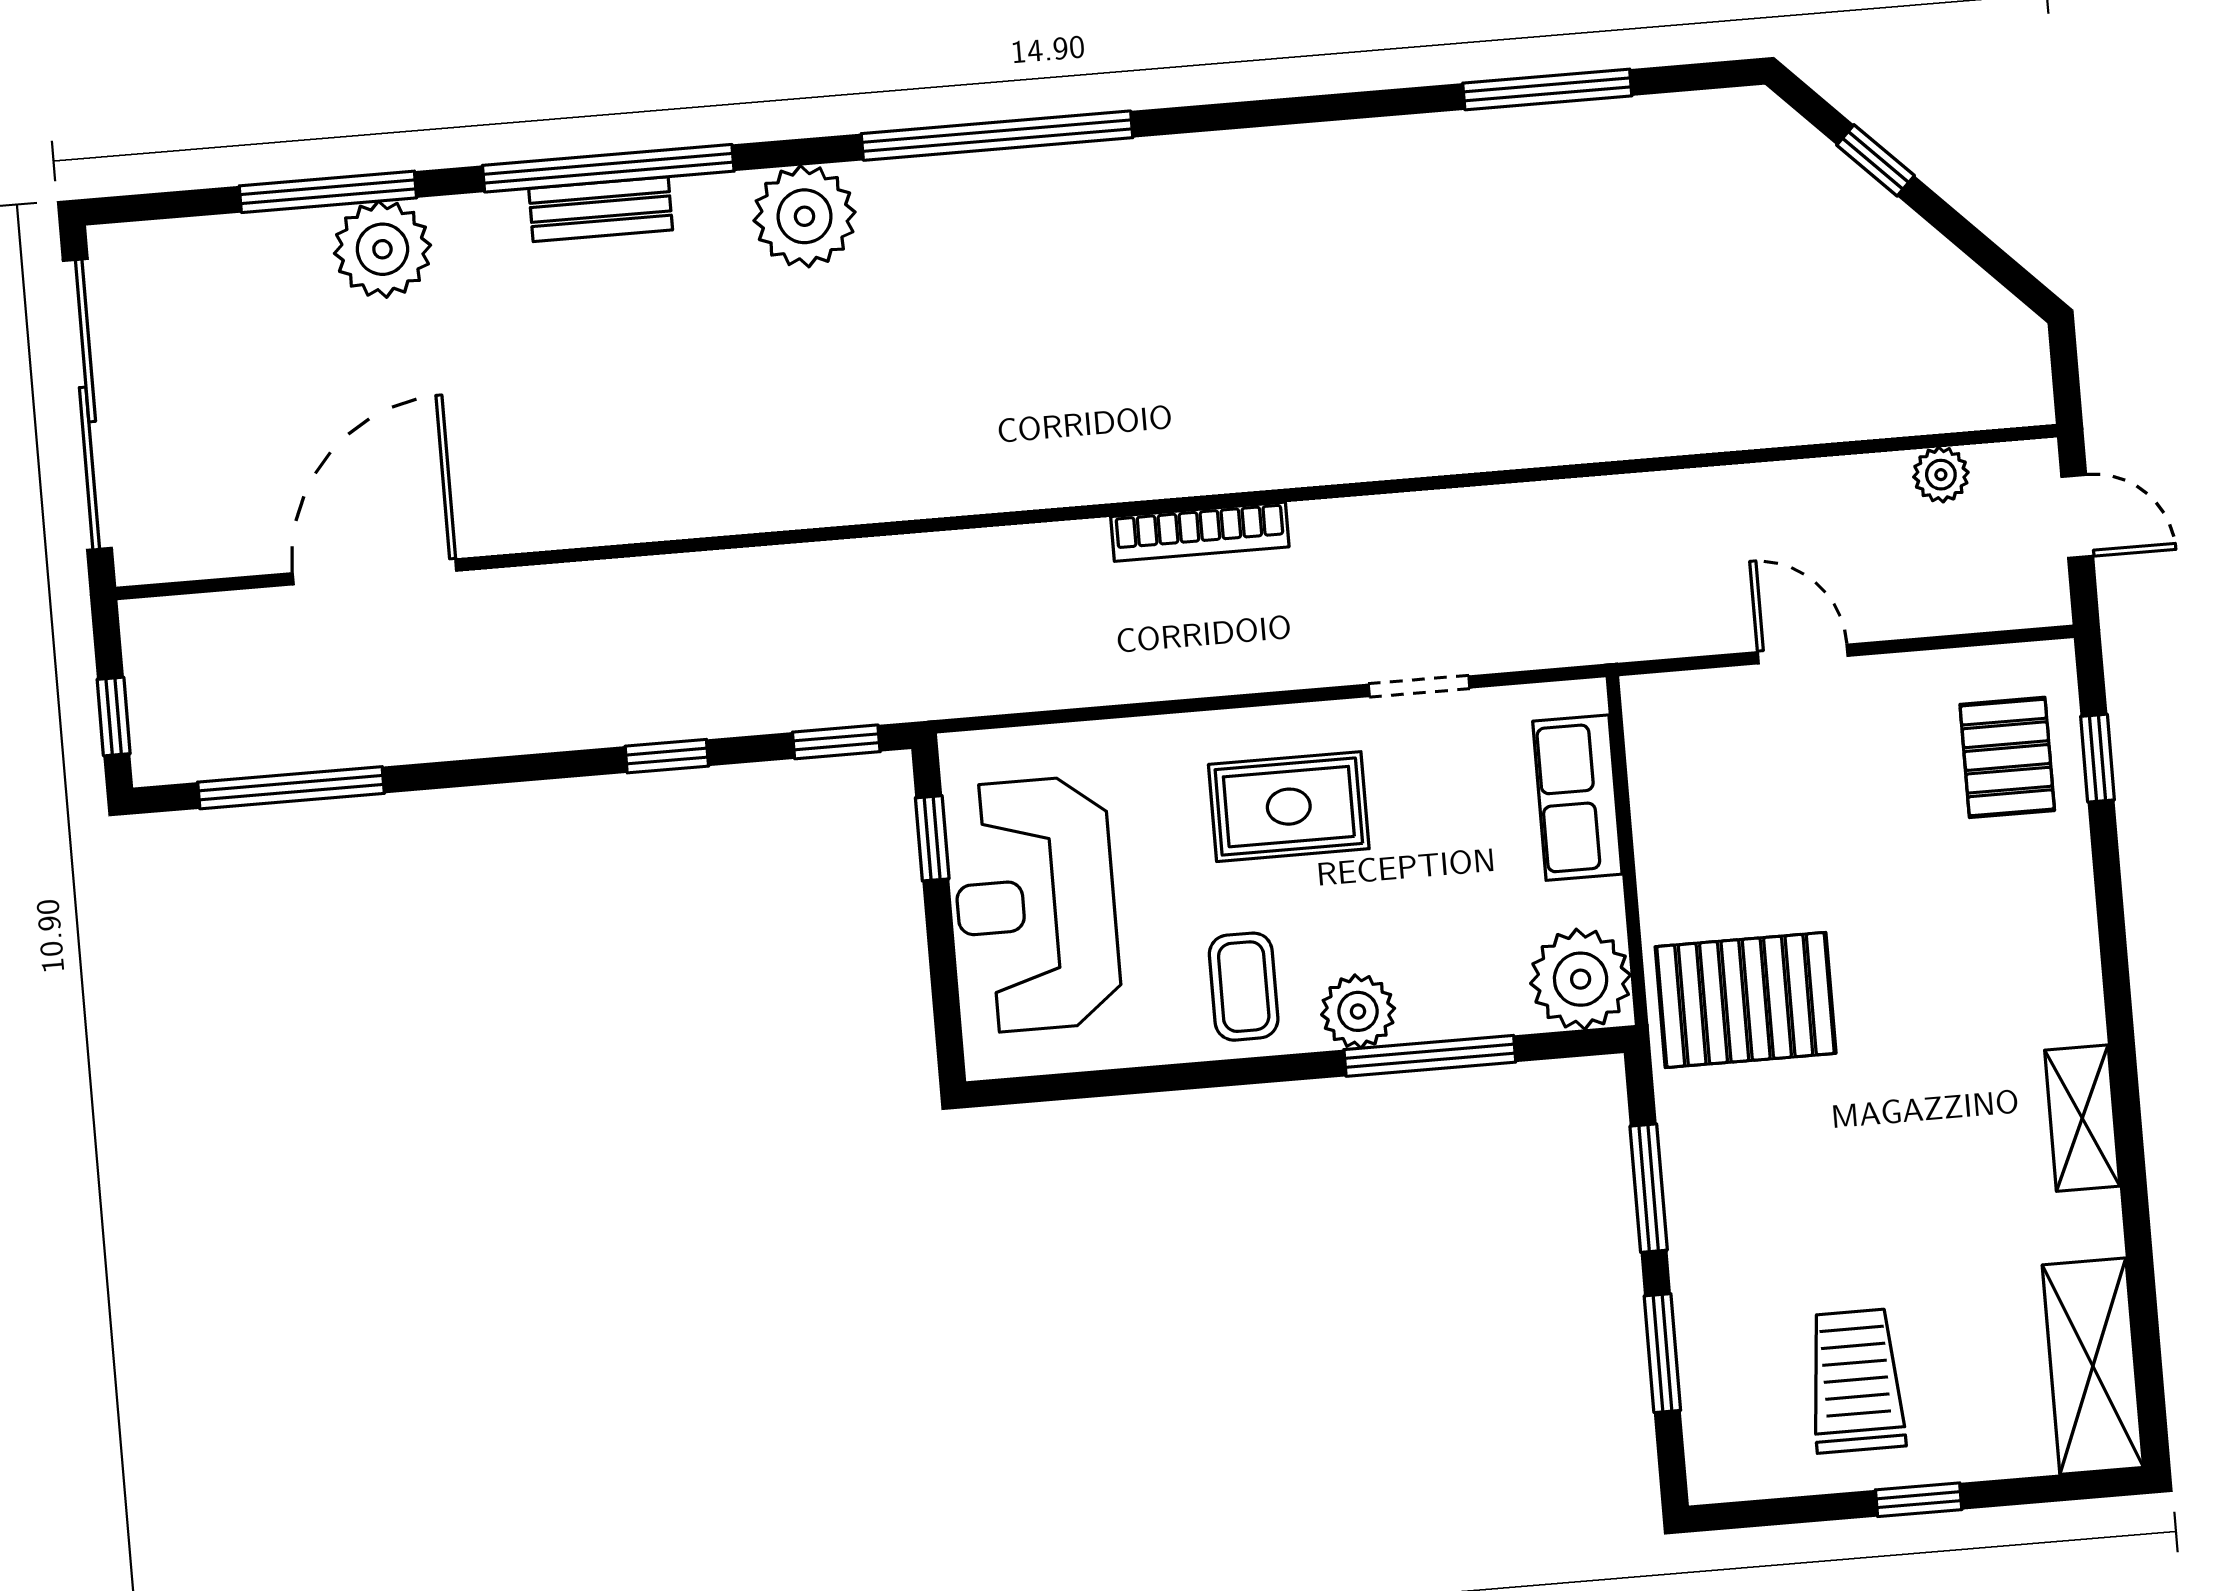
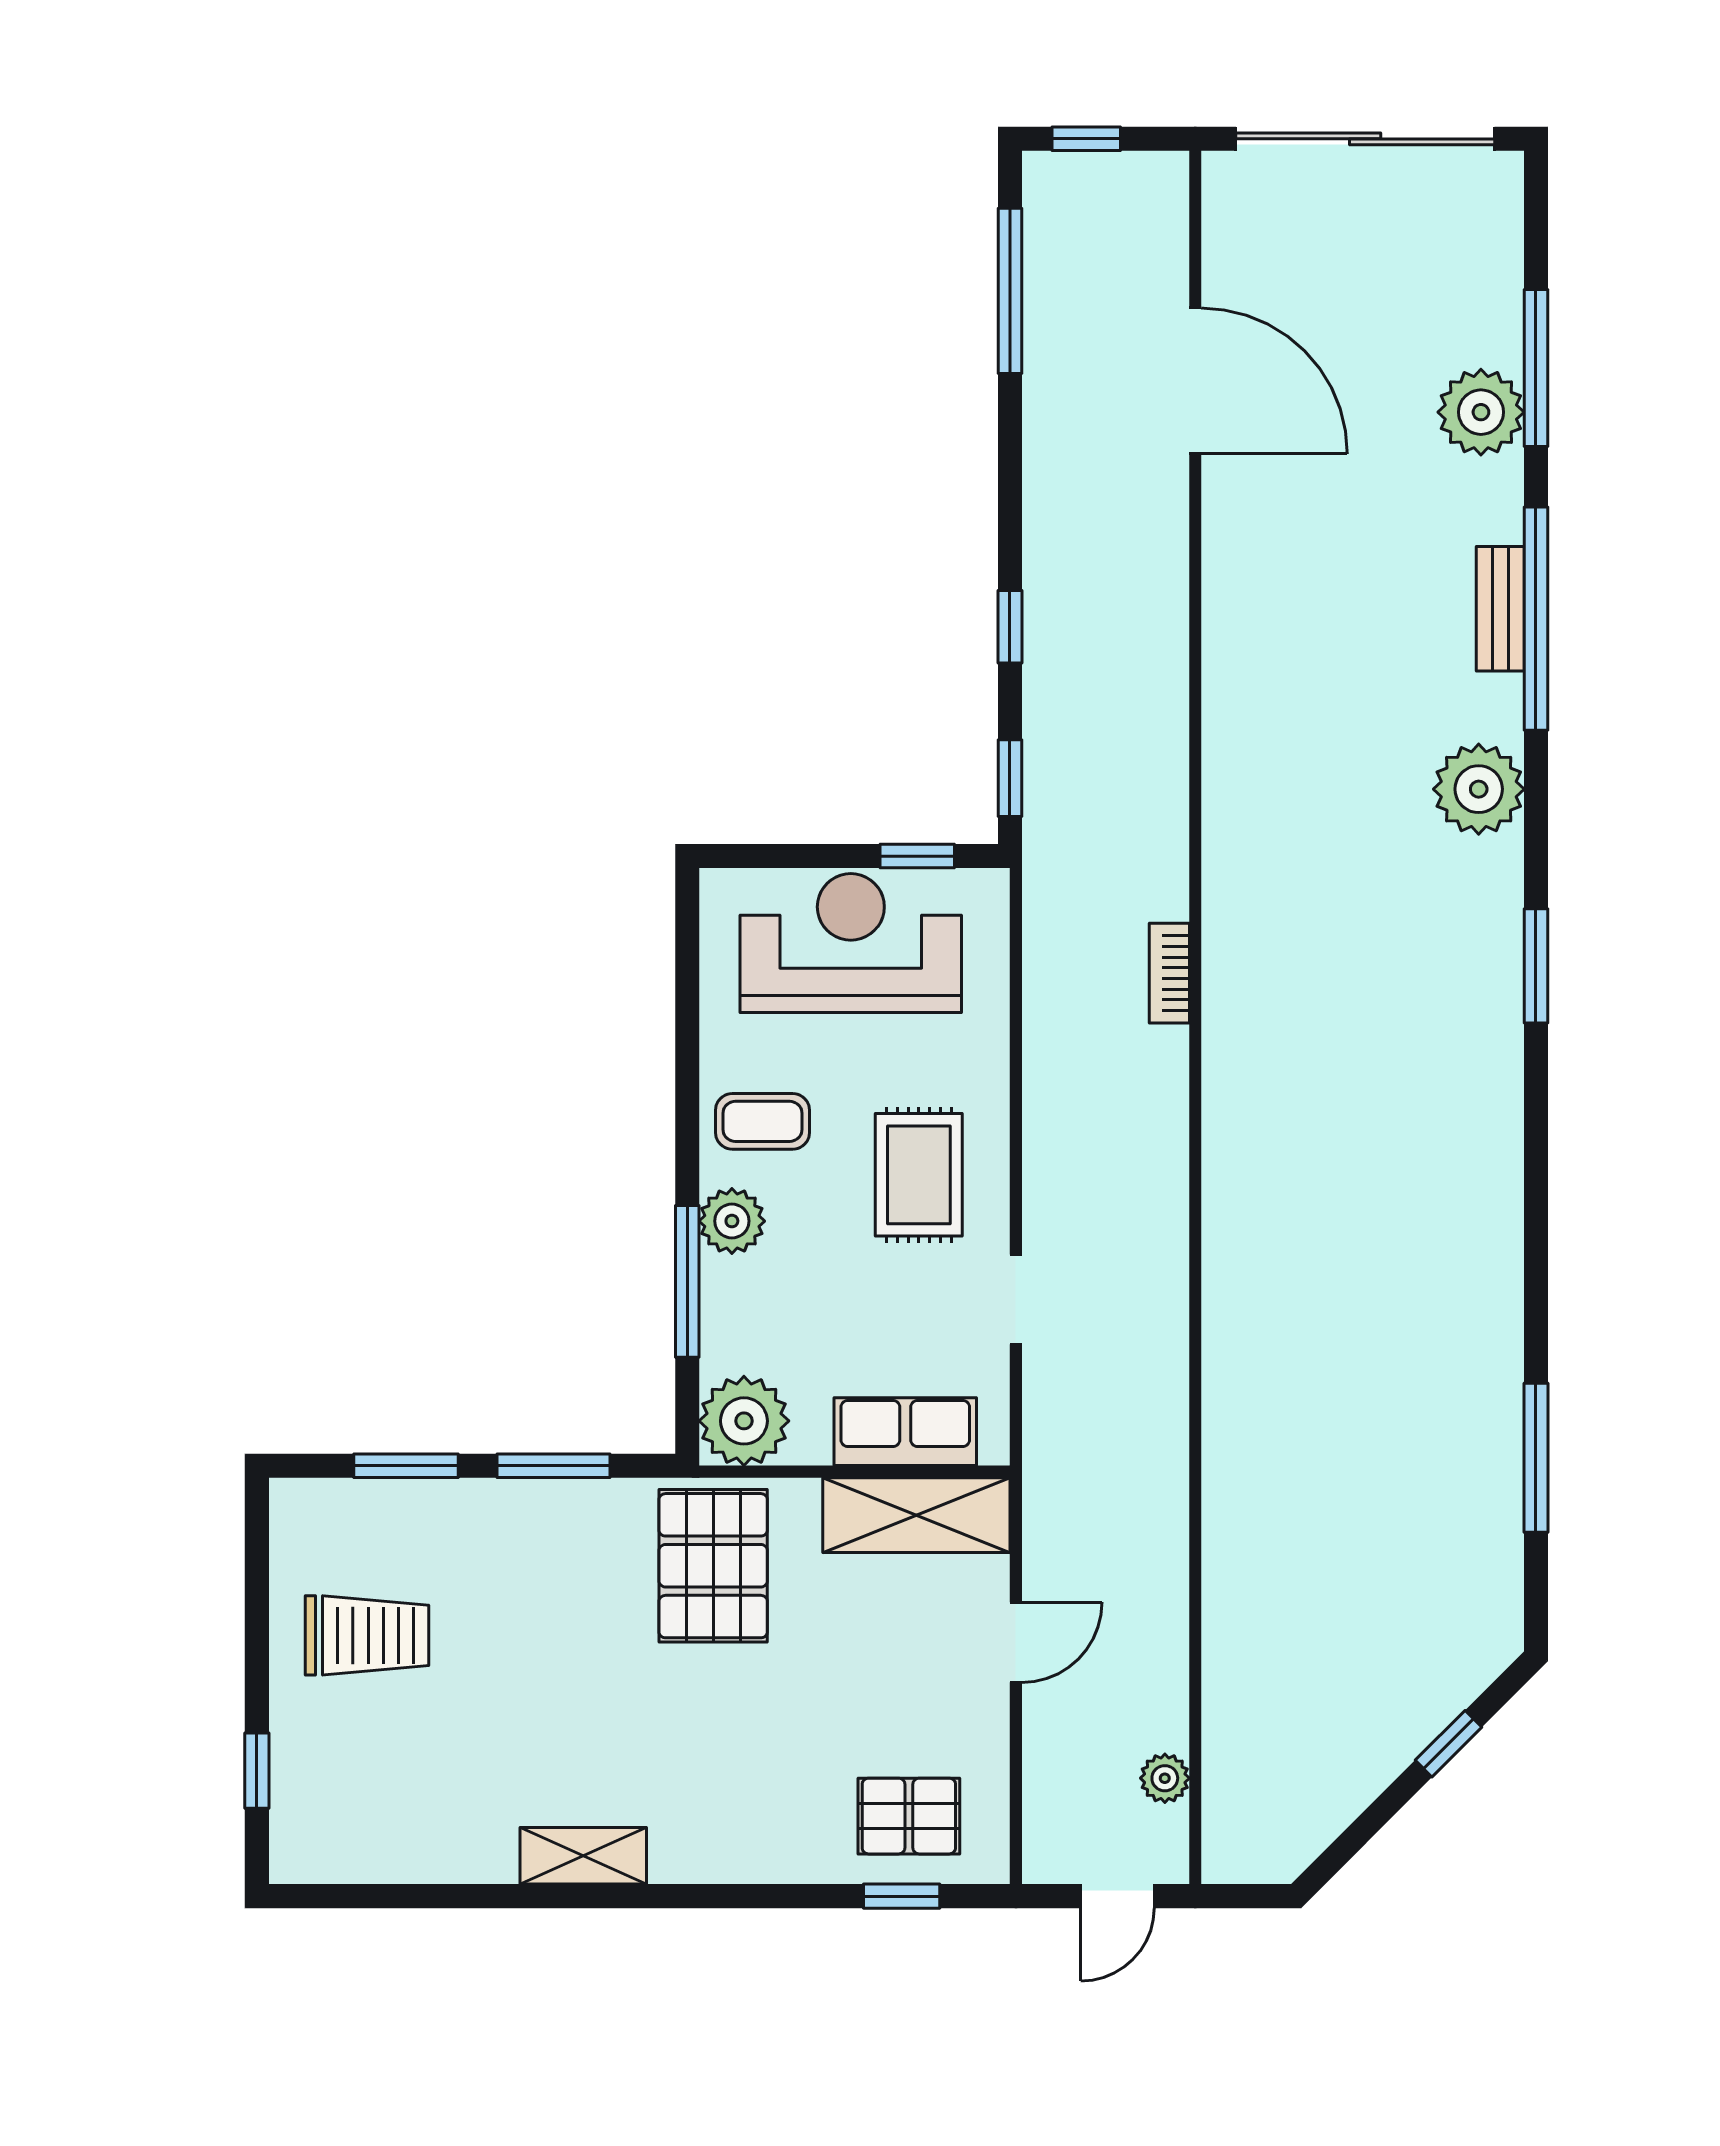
window: (997, 136) -> (1536, 966), width x0.47
bookcase: (1200, 532) -> (1169, 973), moved, width x0.64
shelving: (2093, 1366) -> (916, 1515), moved
window: (1919, 1500) -> (257, 1771), moved

